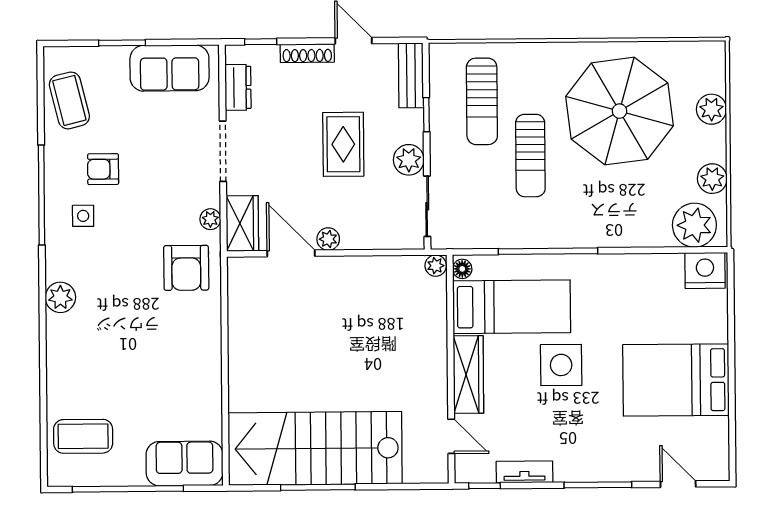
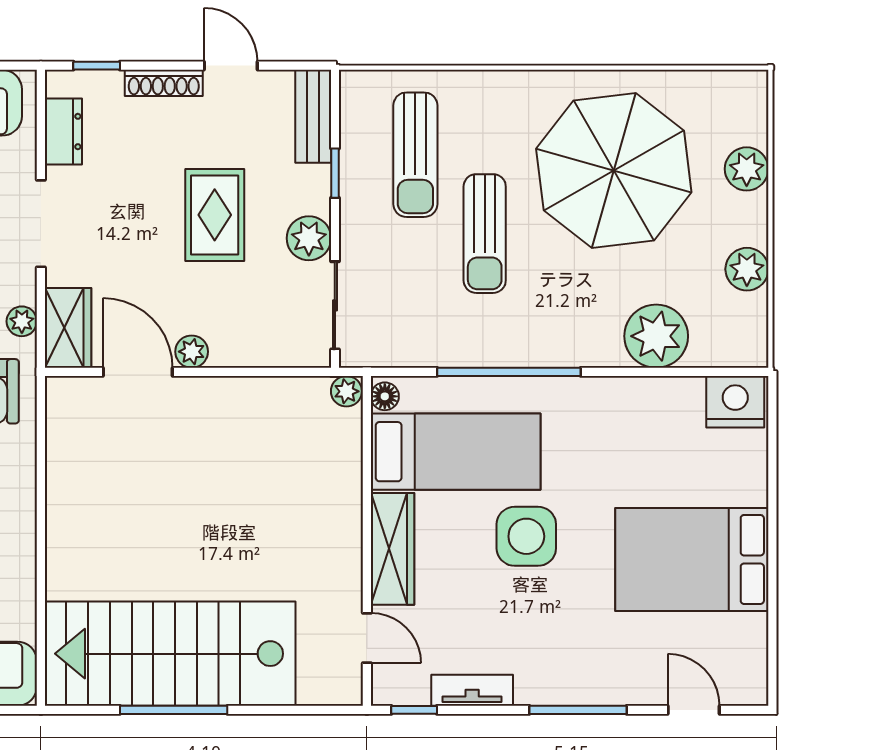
plant: (694, 225) -> (656, 336), moved

